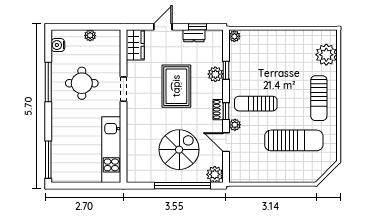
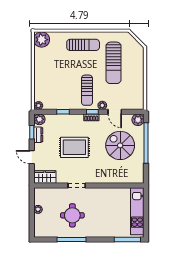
water cooler: (58, 45) -> (45, 233), removed
plant: (326, 55) -> (42, 40), moved
plant: (215, 74) -> (39, 119), moved
sun lounger: (294, 140) -> (114, 63), turned 180
door: (226, 142) -> (115, 112), hinge flipped
kitchen unit: (111, 150) -> (137, 211), moved, turned 90

